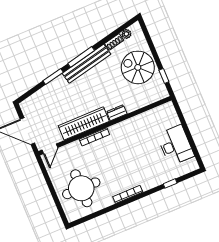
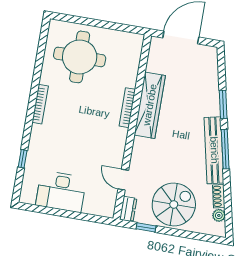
dresser: (117, 113) -> (128, 209), moved
door: (50, 149) -> (123, 180), moved

